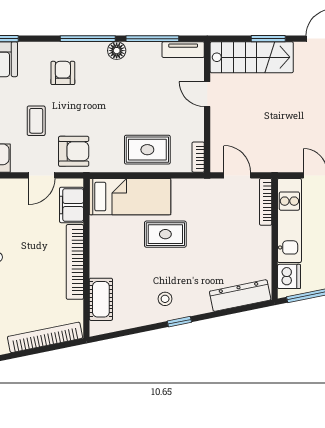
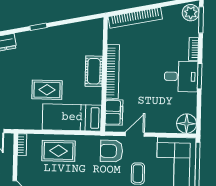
cot: (101, 299) -> (94, 71), moved
stool: (165, 299) -> (48, 43), removed

